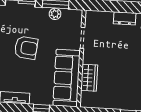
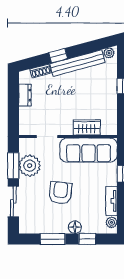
plant: (55, 14) -> (30, 166), width x1.88, depth x1.88

